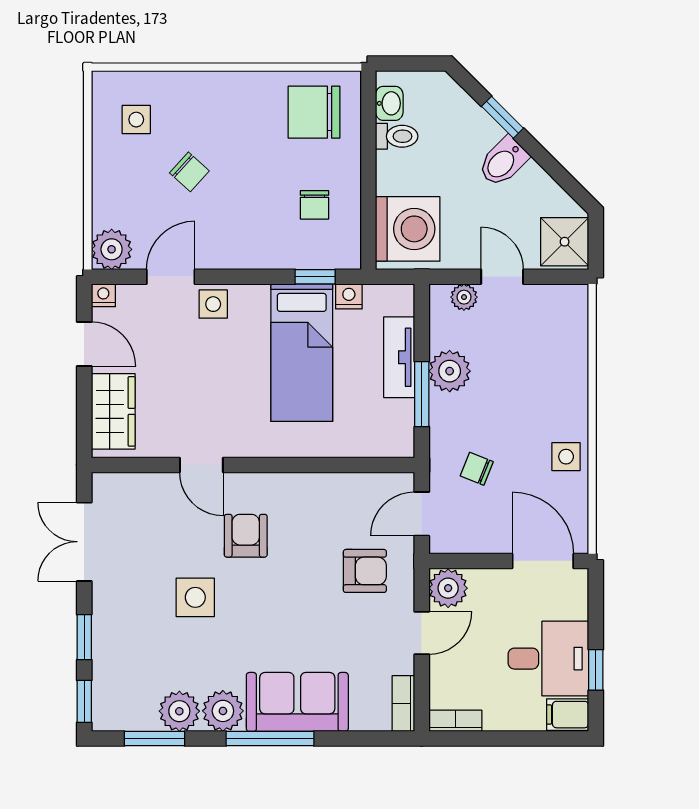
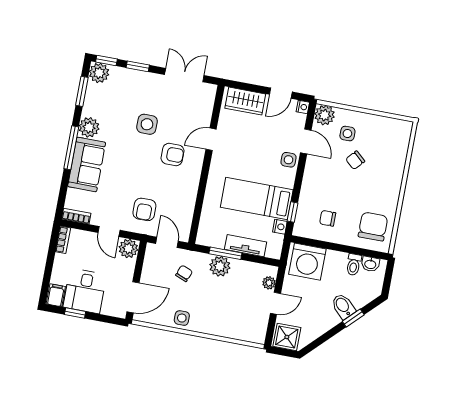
side table: (136, 120) -> (347, 134), moved
bidet: (503, 162) -> (343, 306), moved
plant: (450, 371) -> (220, 266), moved
plant: (179, 711) -> (99, 73), moved

